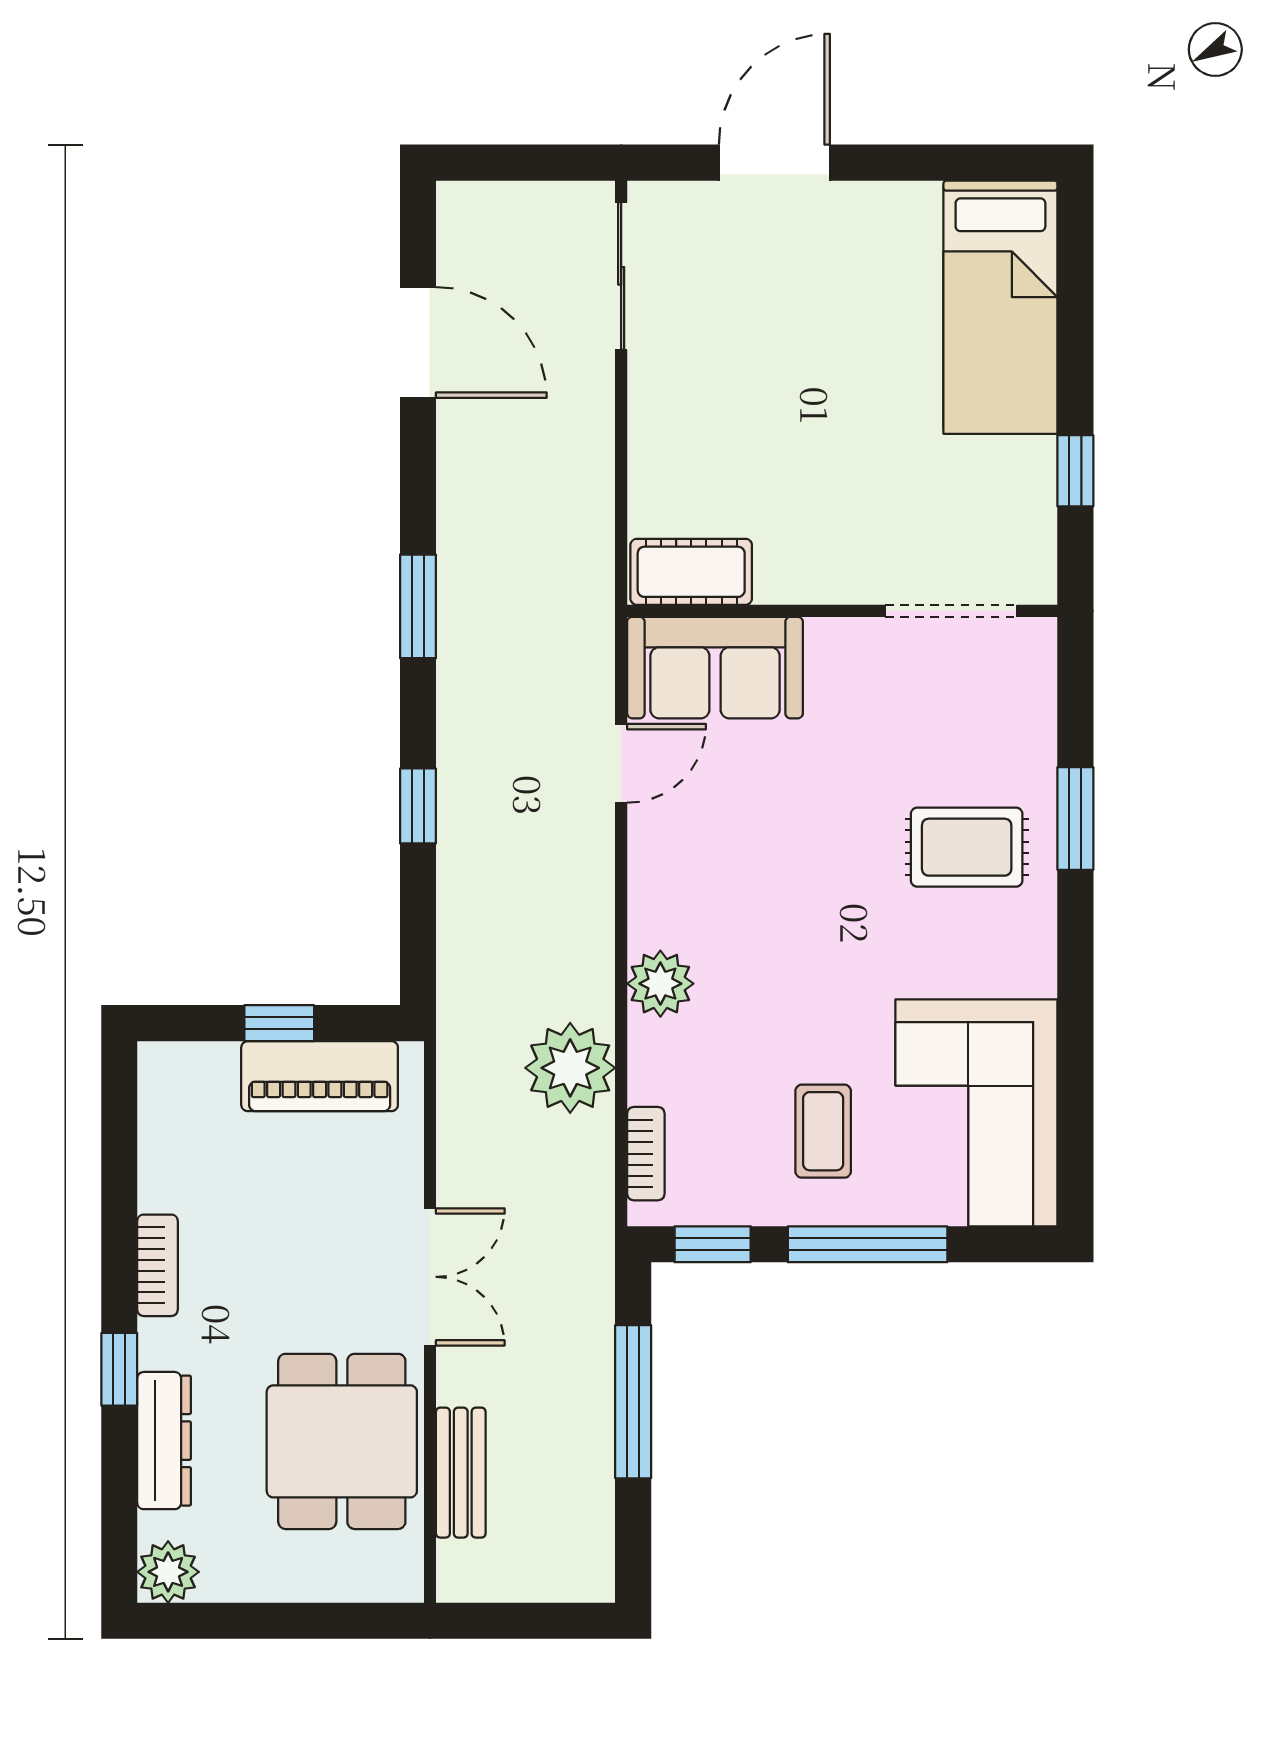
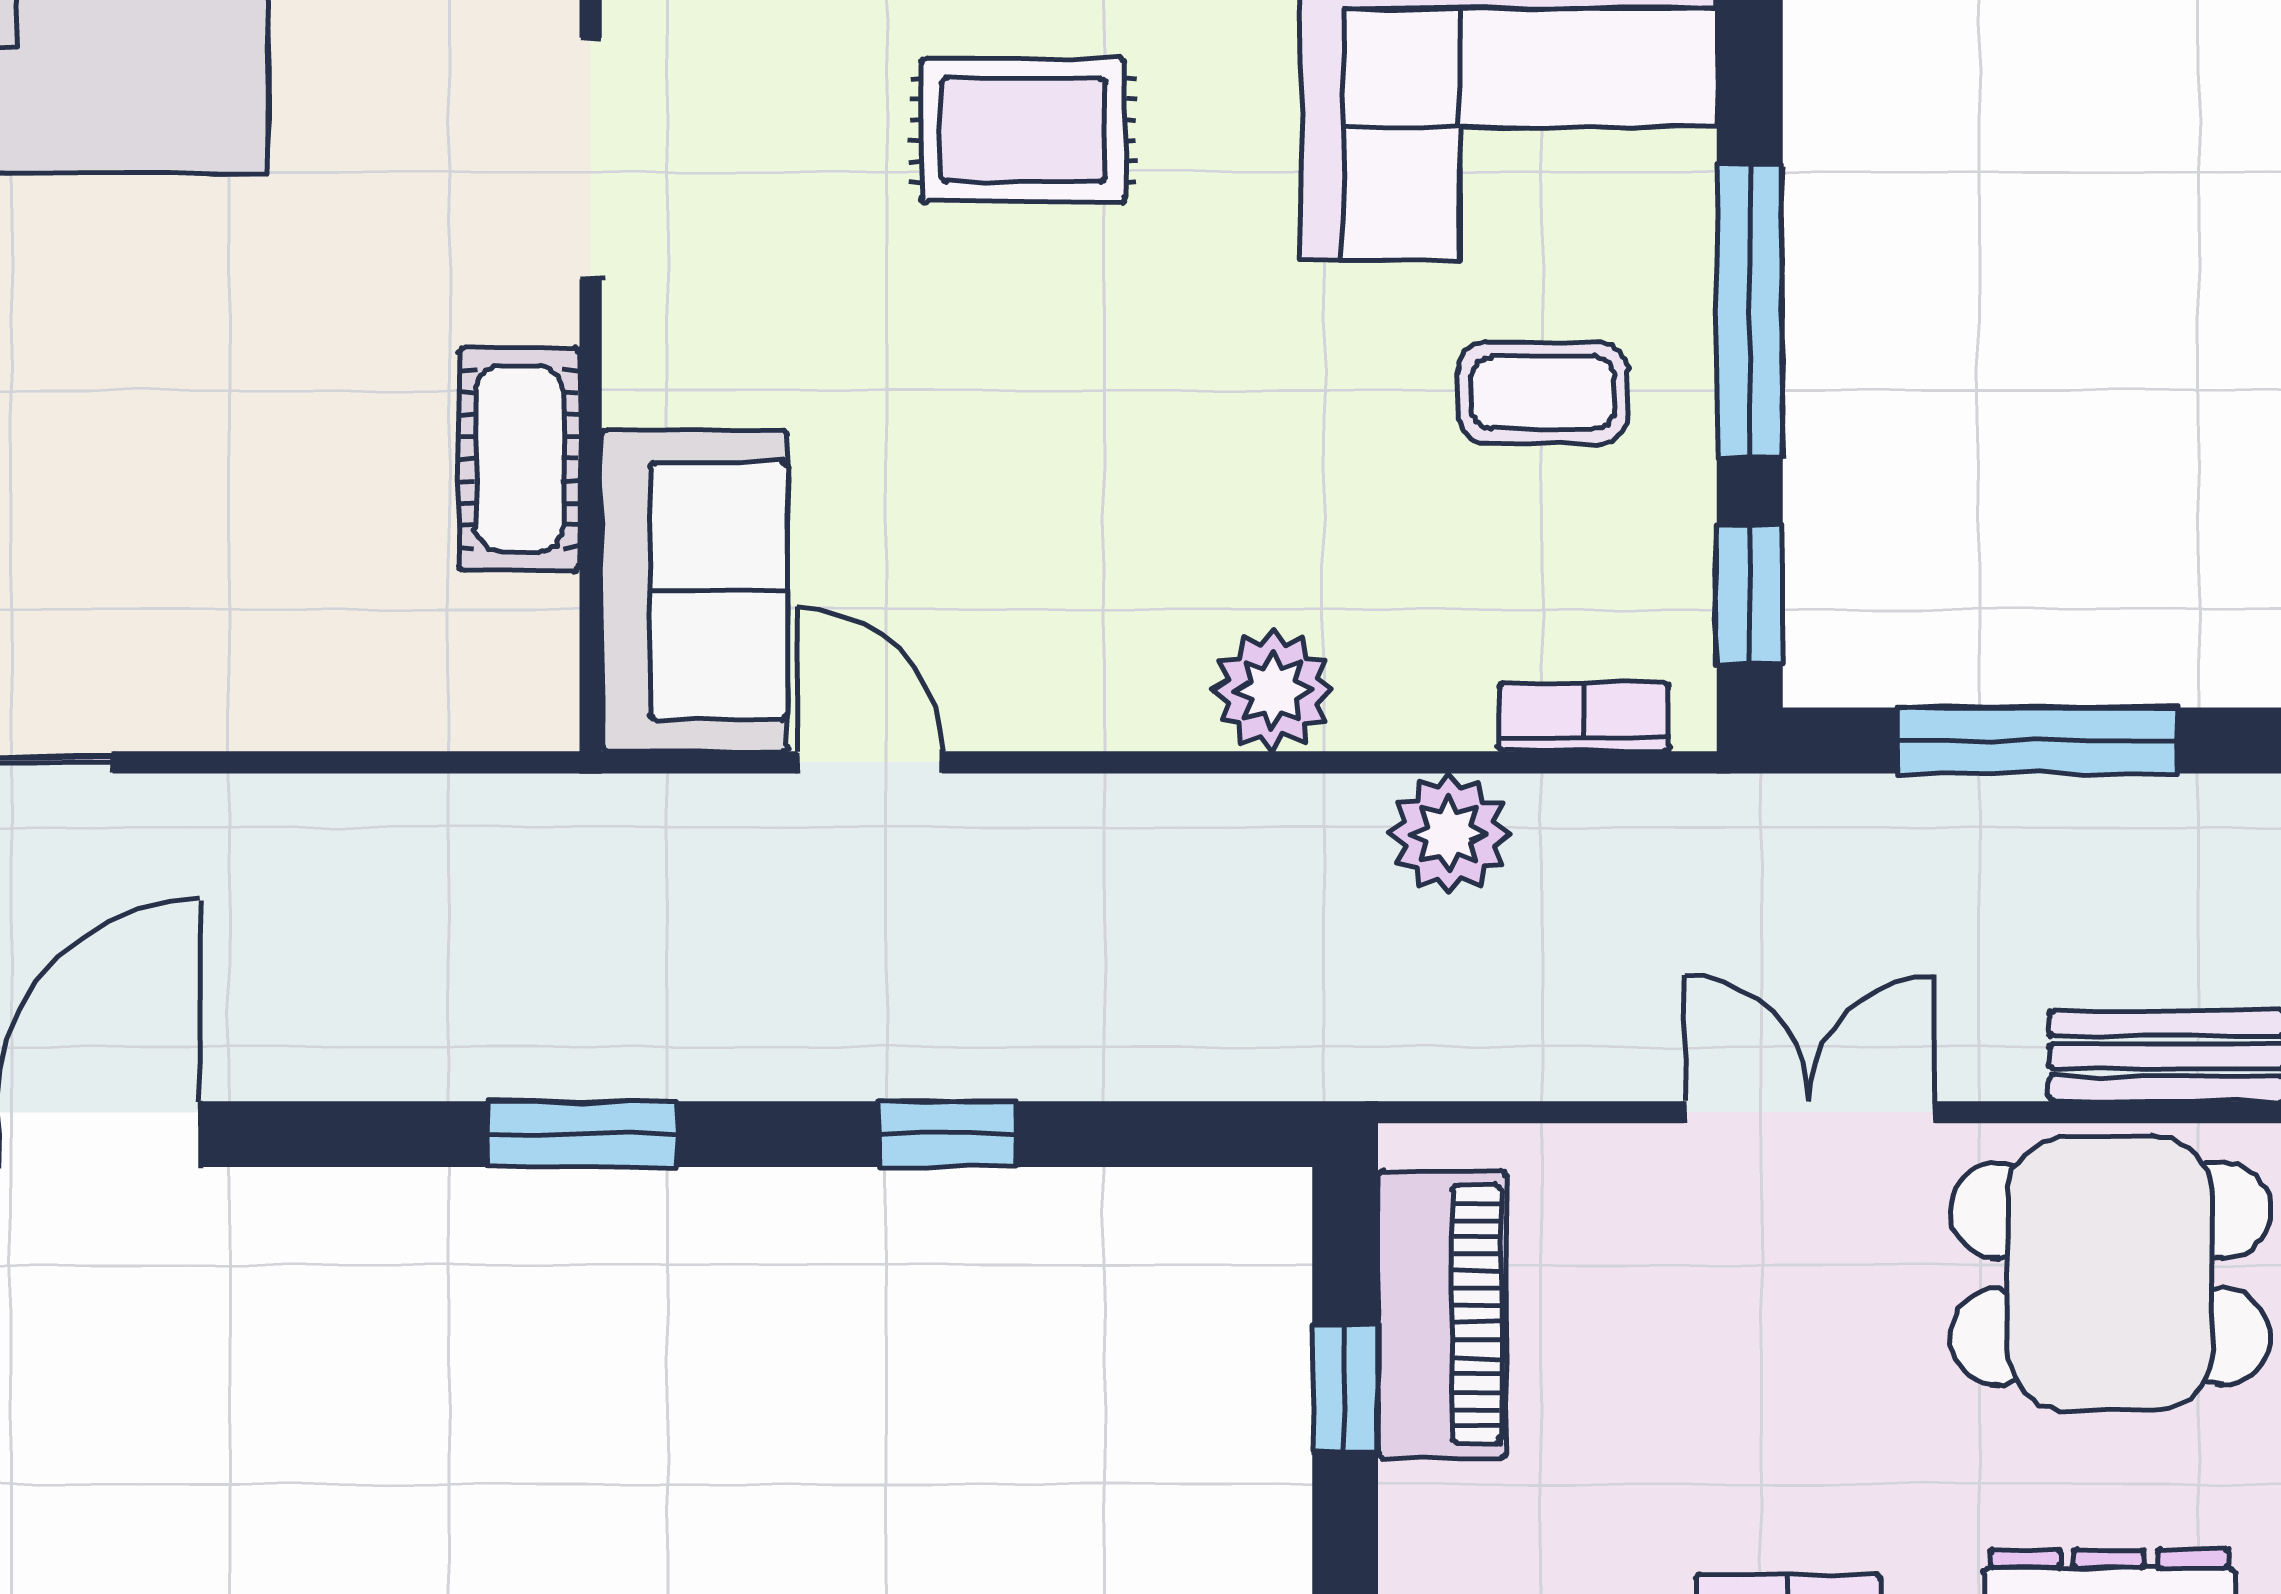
cot: (691, 572) -> (519, 459), moved
rug: (967, 847) -> (1023, 130), turned 90
plant: (570, 1068) -> (1449, 834), width x0.73, depth x0.73

